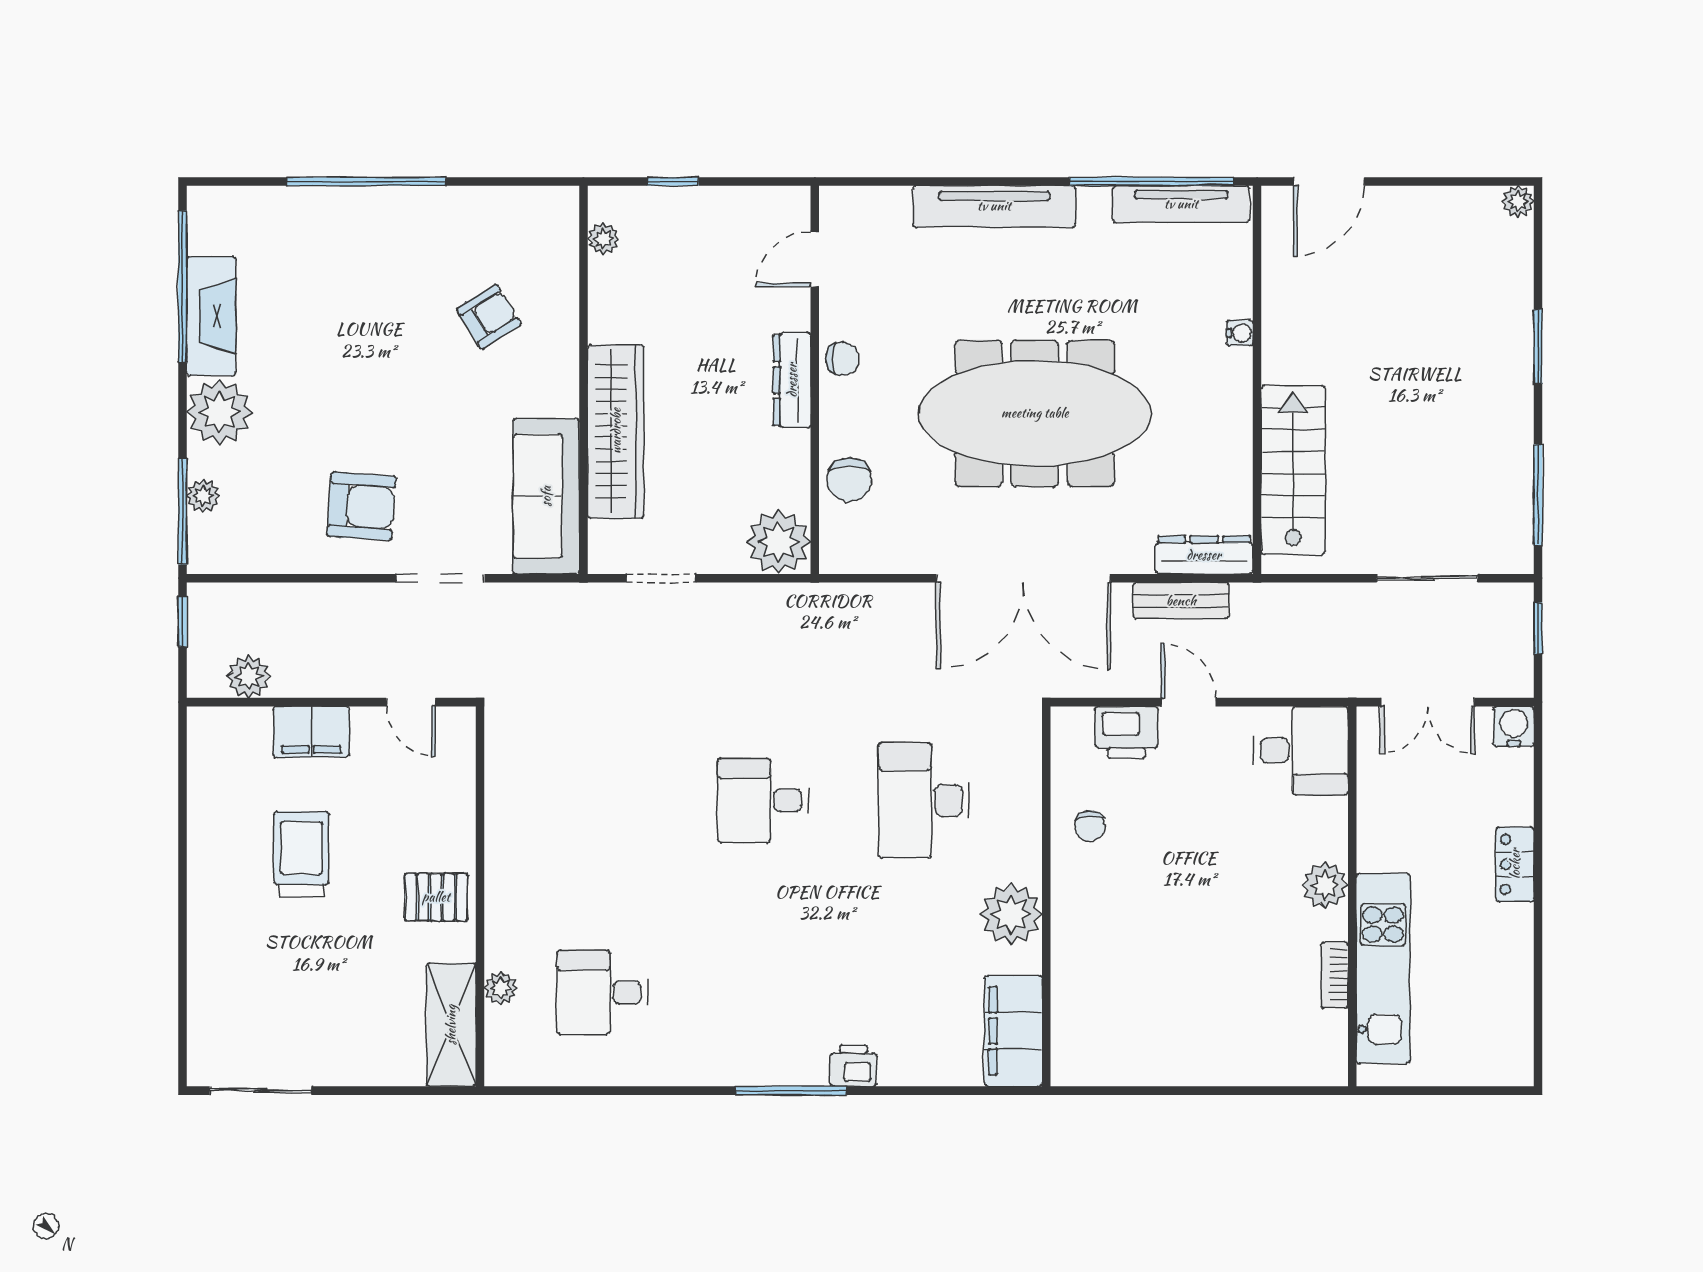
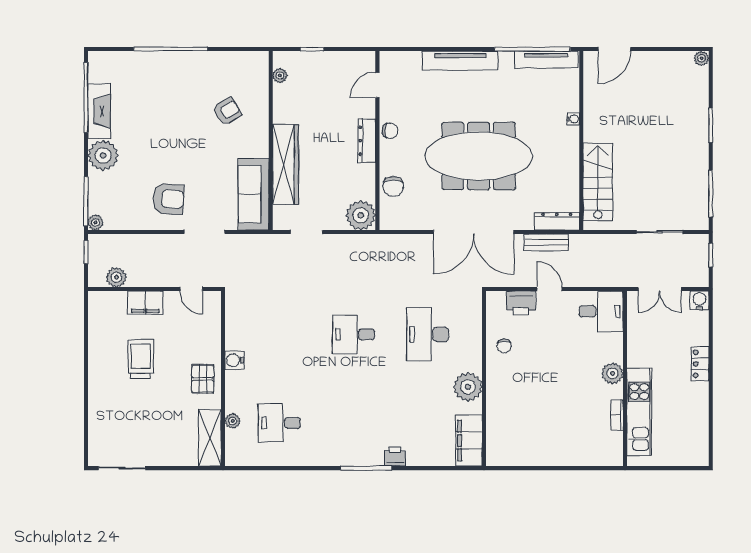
plant: (203, 496) -> (95, 222), moved
water cooler: (505, 856) -> (234, 360), added
pallet: (436, 897) -> (203, 379), turned 90

